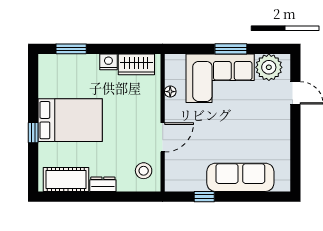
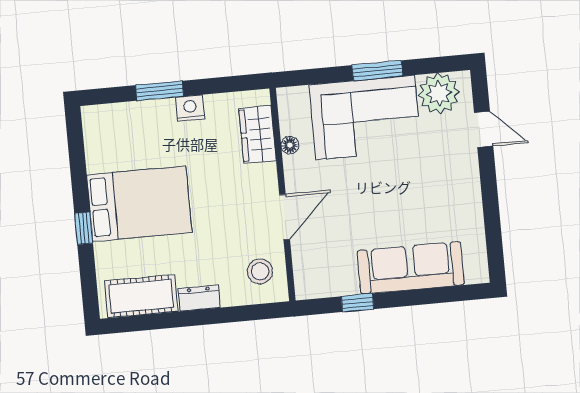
window: (71, 49) -> (160, 91), moved
wardrobe: (136, 64) -> (258, 134), moved, turned 90

